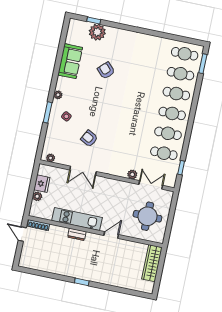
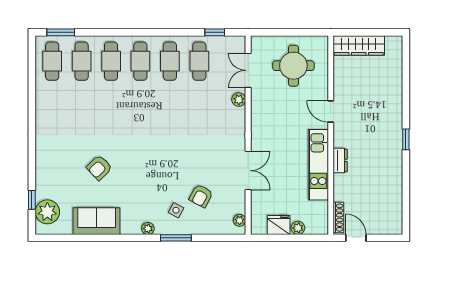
plant: (97, 32) -> (47, 212), moved
armchair: (89, 139) -> (201, 196), moved
door: (22, 234) -> (356, 238), swing flipped

